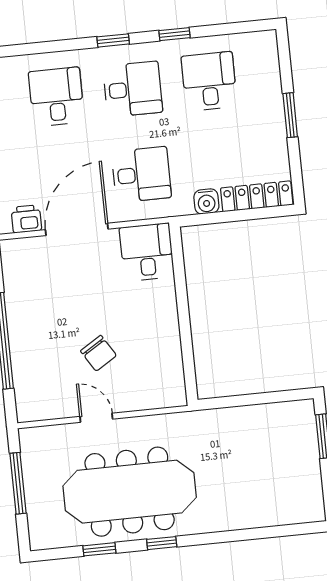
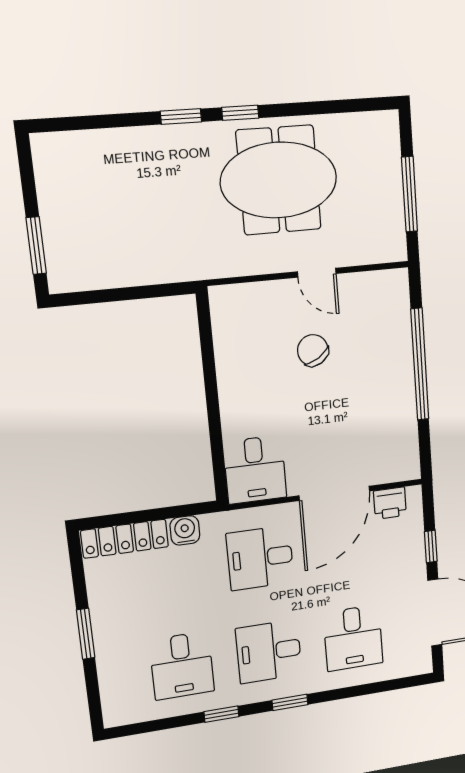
meeting table: (130, 492) -> (279, 180), width x0.73
window: (99, 549) -> (181, 116), moved

